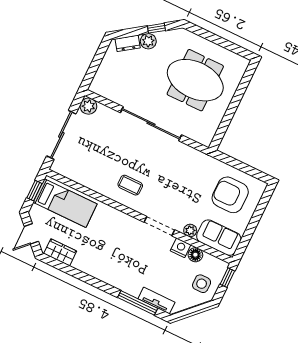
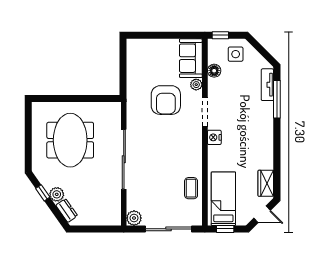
coffee table: (130, 185) -> (191, 188), moved
armchair: (230, 195) -> (166, 100), moved
nightstand: (181, 248) -> (214, 137), moved

